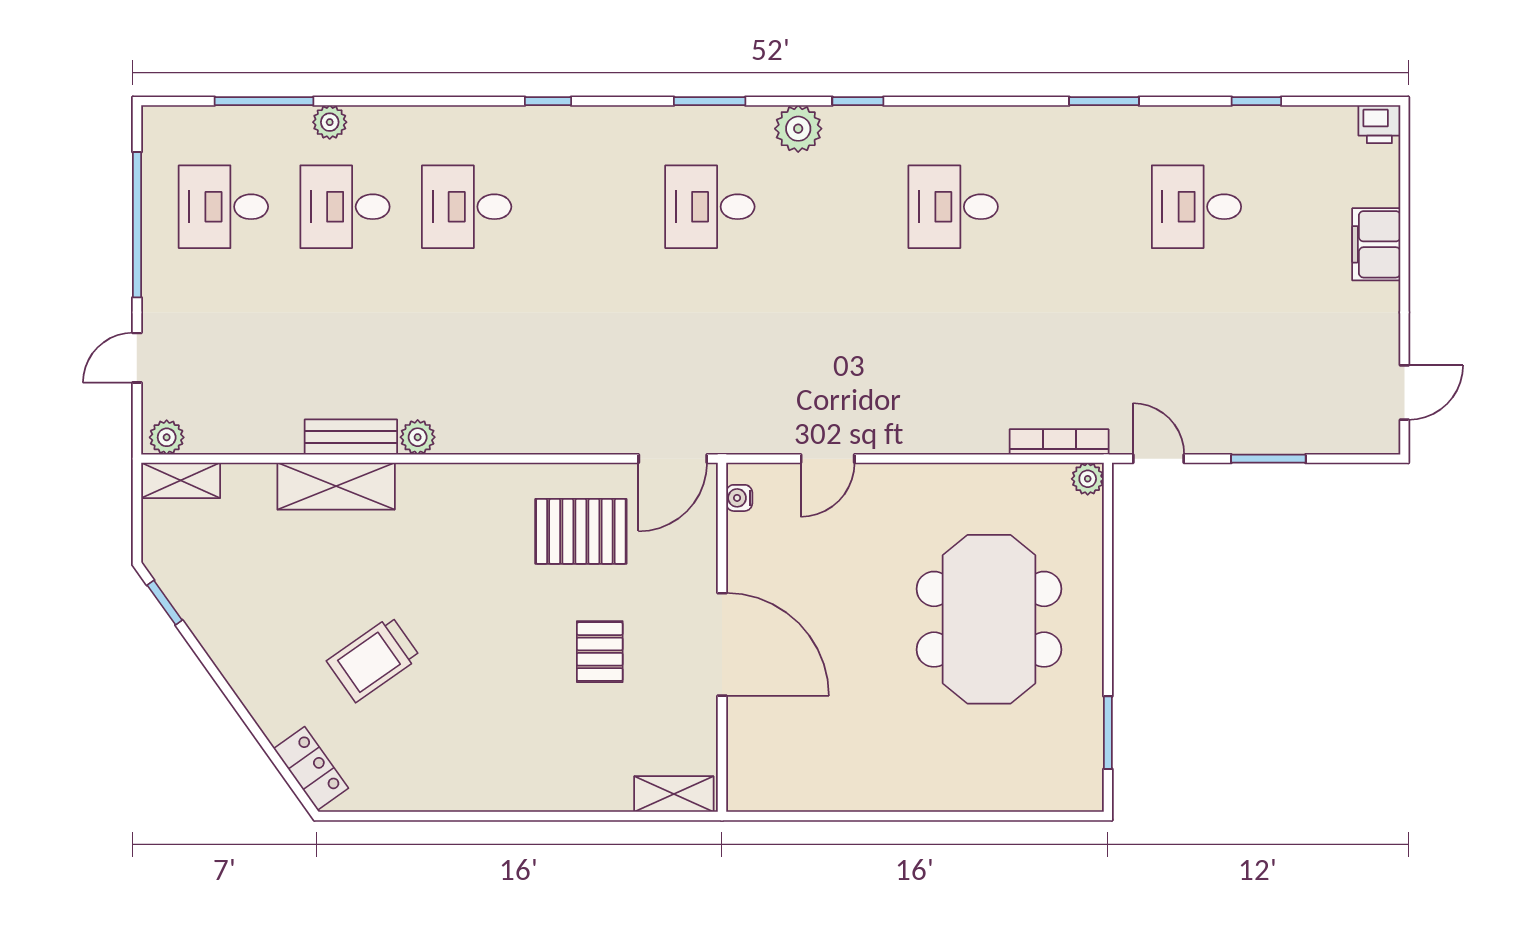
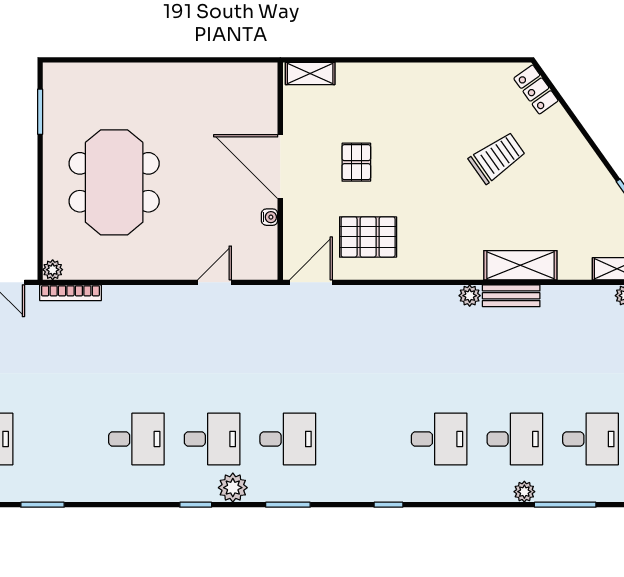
desk: (832, 207) -> (212, 439), added
water cooler: (739, 498) -> (270, 217), moved

